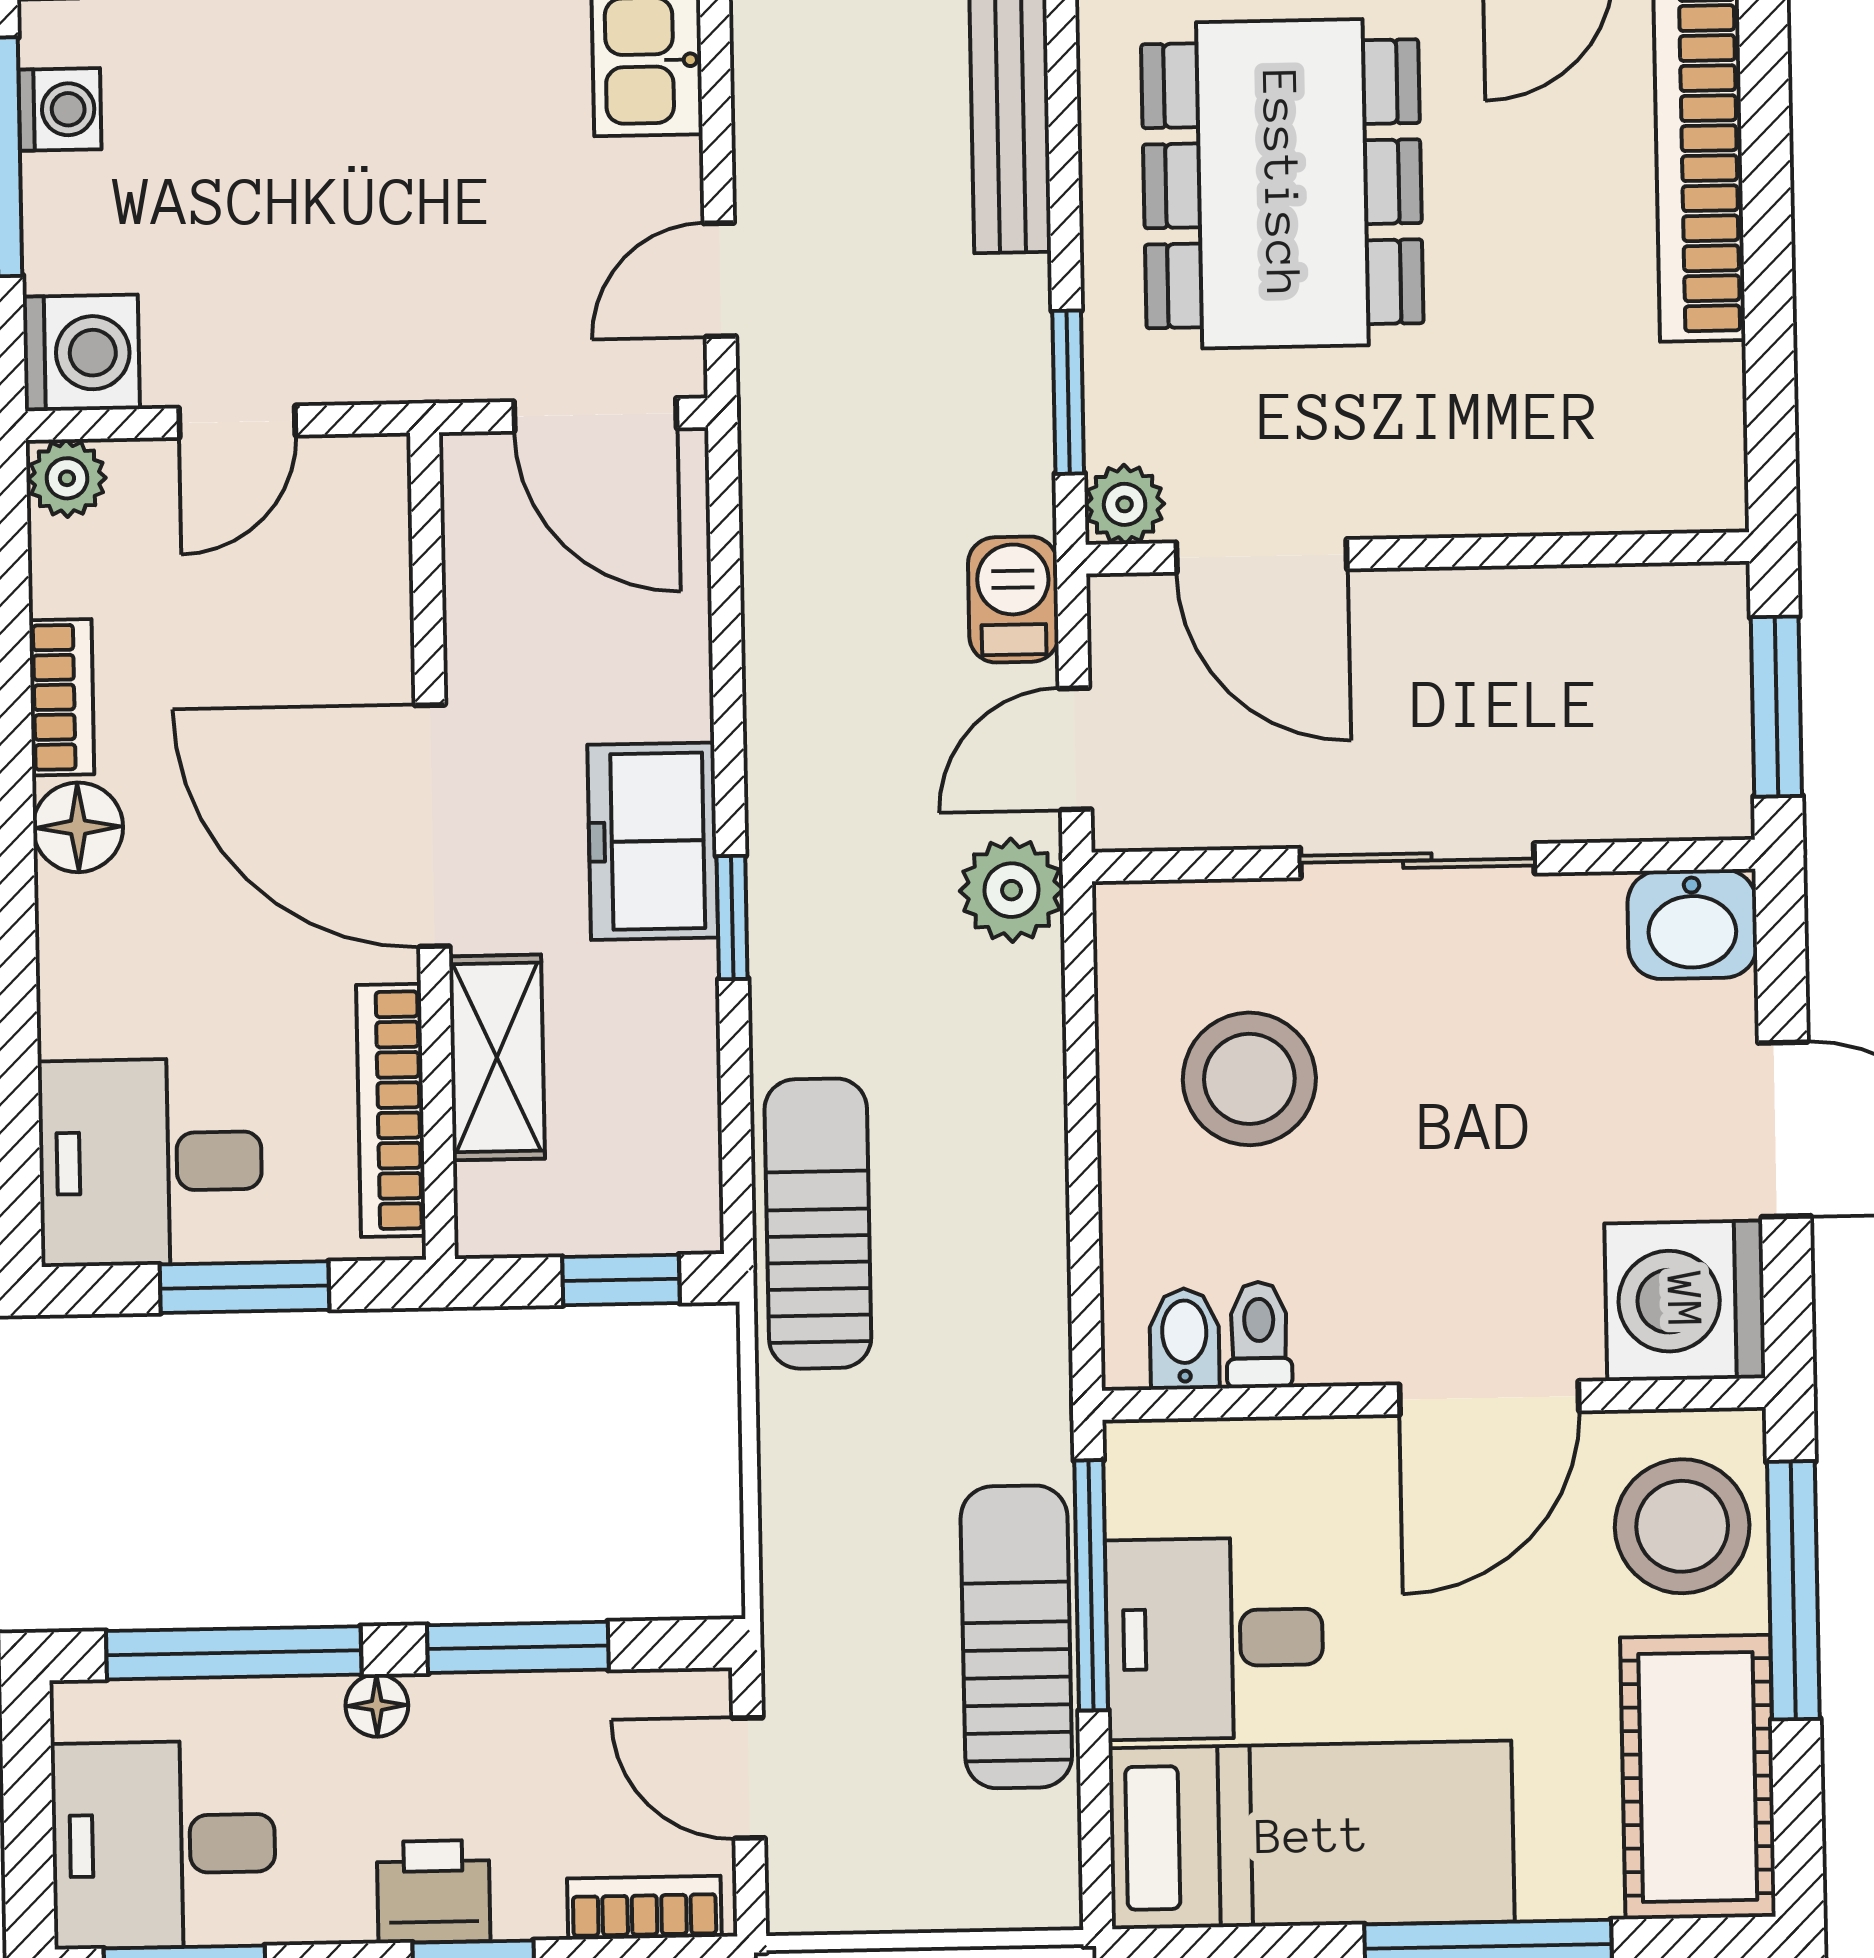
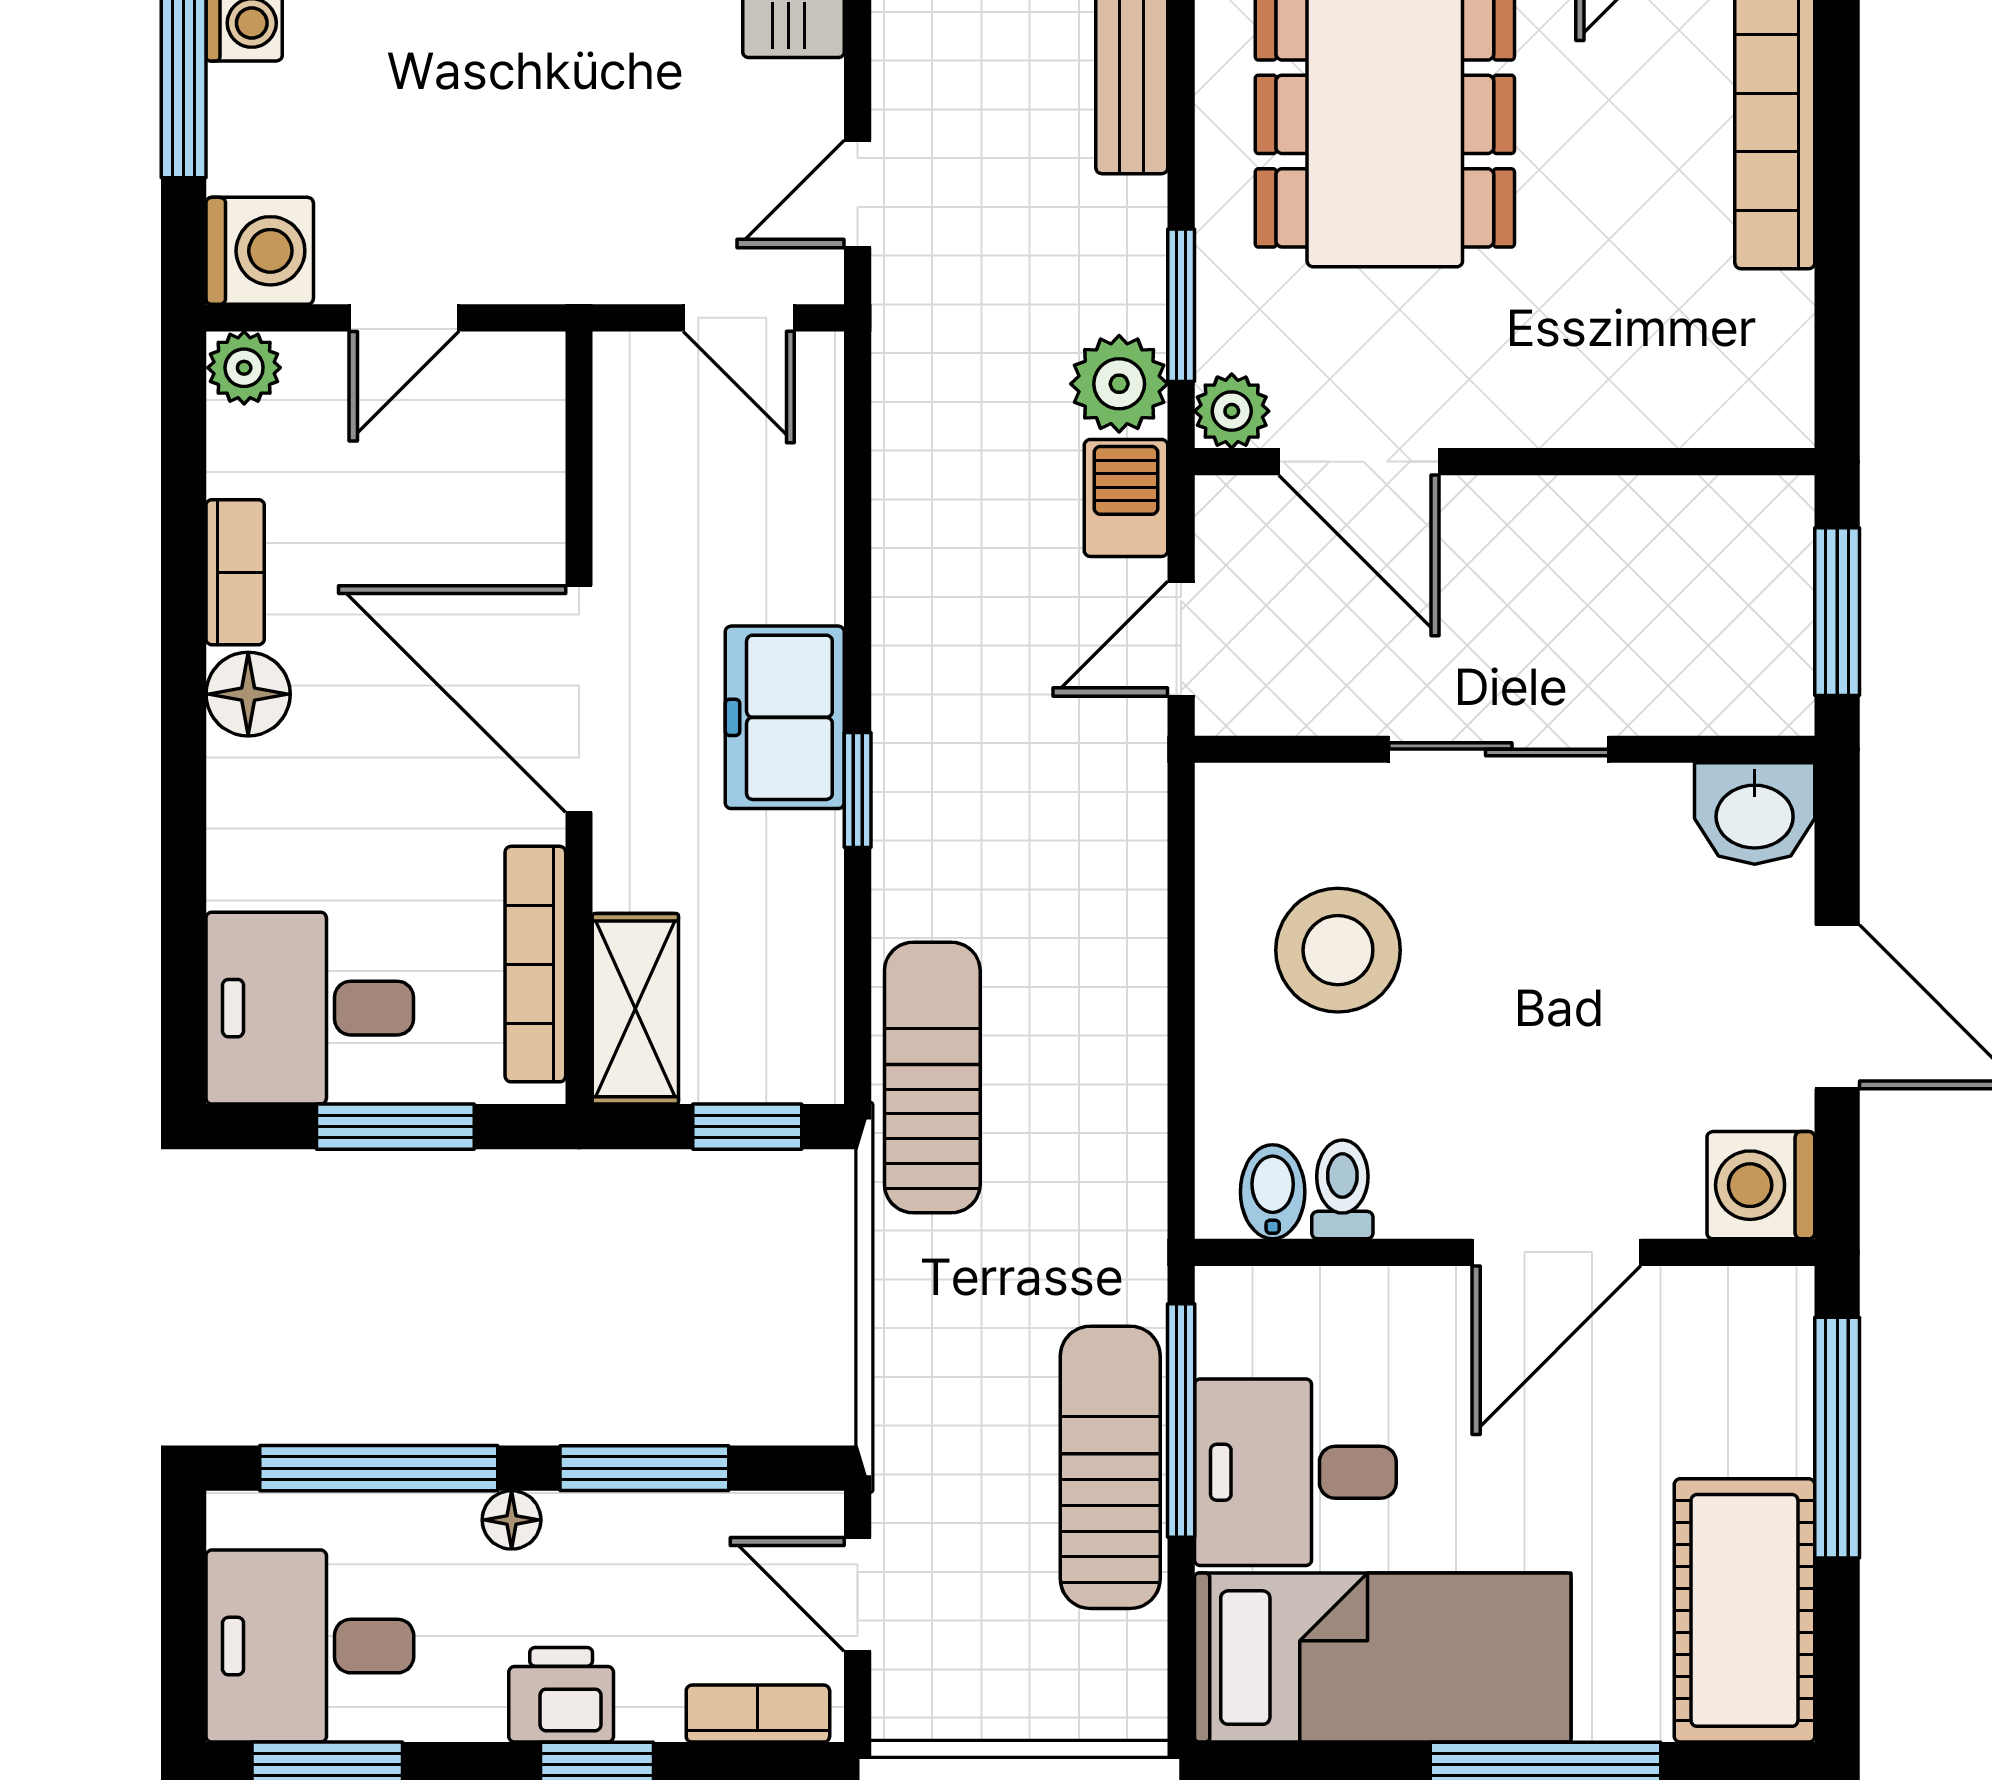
door: (595, 415) -> (739, 318), width x0.73
plant: (1012, 890) -> (1119, 384), moved
shelving: (497, 1057) -> (635, 1009), moved
washing machine: (1685, 1301) -> (1761, 1185), width x0.73, depth x0.73
stool: (1682, 1526) -> (1734, 1376), removed

